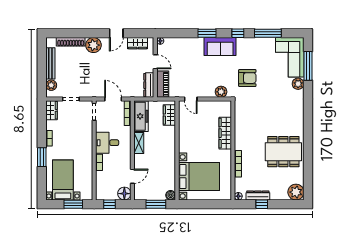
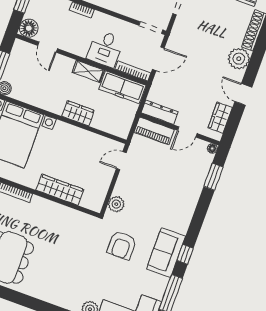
window: (207, 33) -> (213, 177), moved
sofa: (220, 47) -> (166, 253), moved
wardrobe: (169, 115) -> (78, 113), moved
desk: (107, 143) -> (105, 49), moved, turned 180

